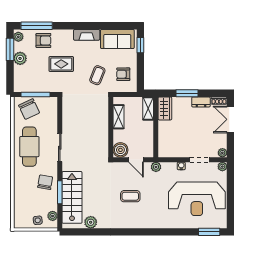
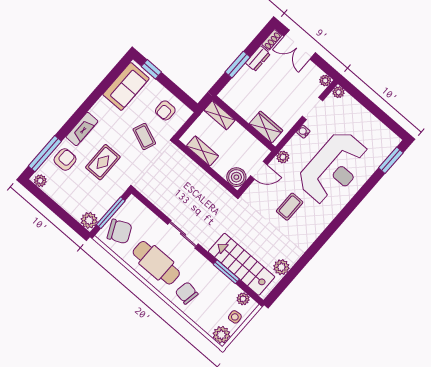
fireplace: (87, 35) -> (82, 129), moved
window: (10, 49) -> (46, 200), removed
plant: (20, 58) -> (89, 220), moved
wardrobe: (165, 108) -> (266, 127), moved
chair: (45, 182) -> (187, 293), moved
reception desk: (197, 199) -> (334, 168), moved
plant: (20, 222) -> (221, 335), added

